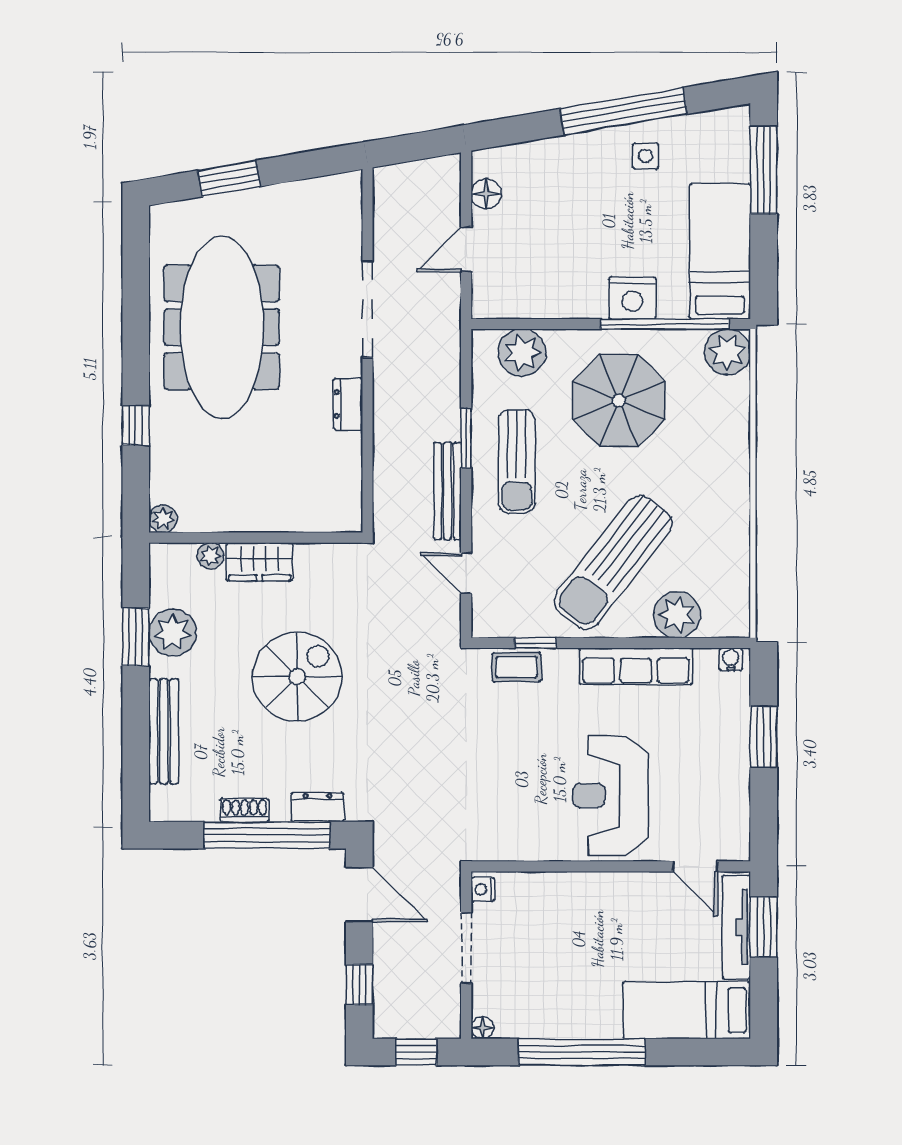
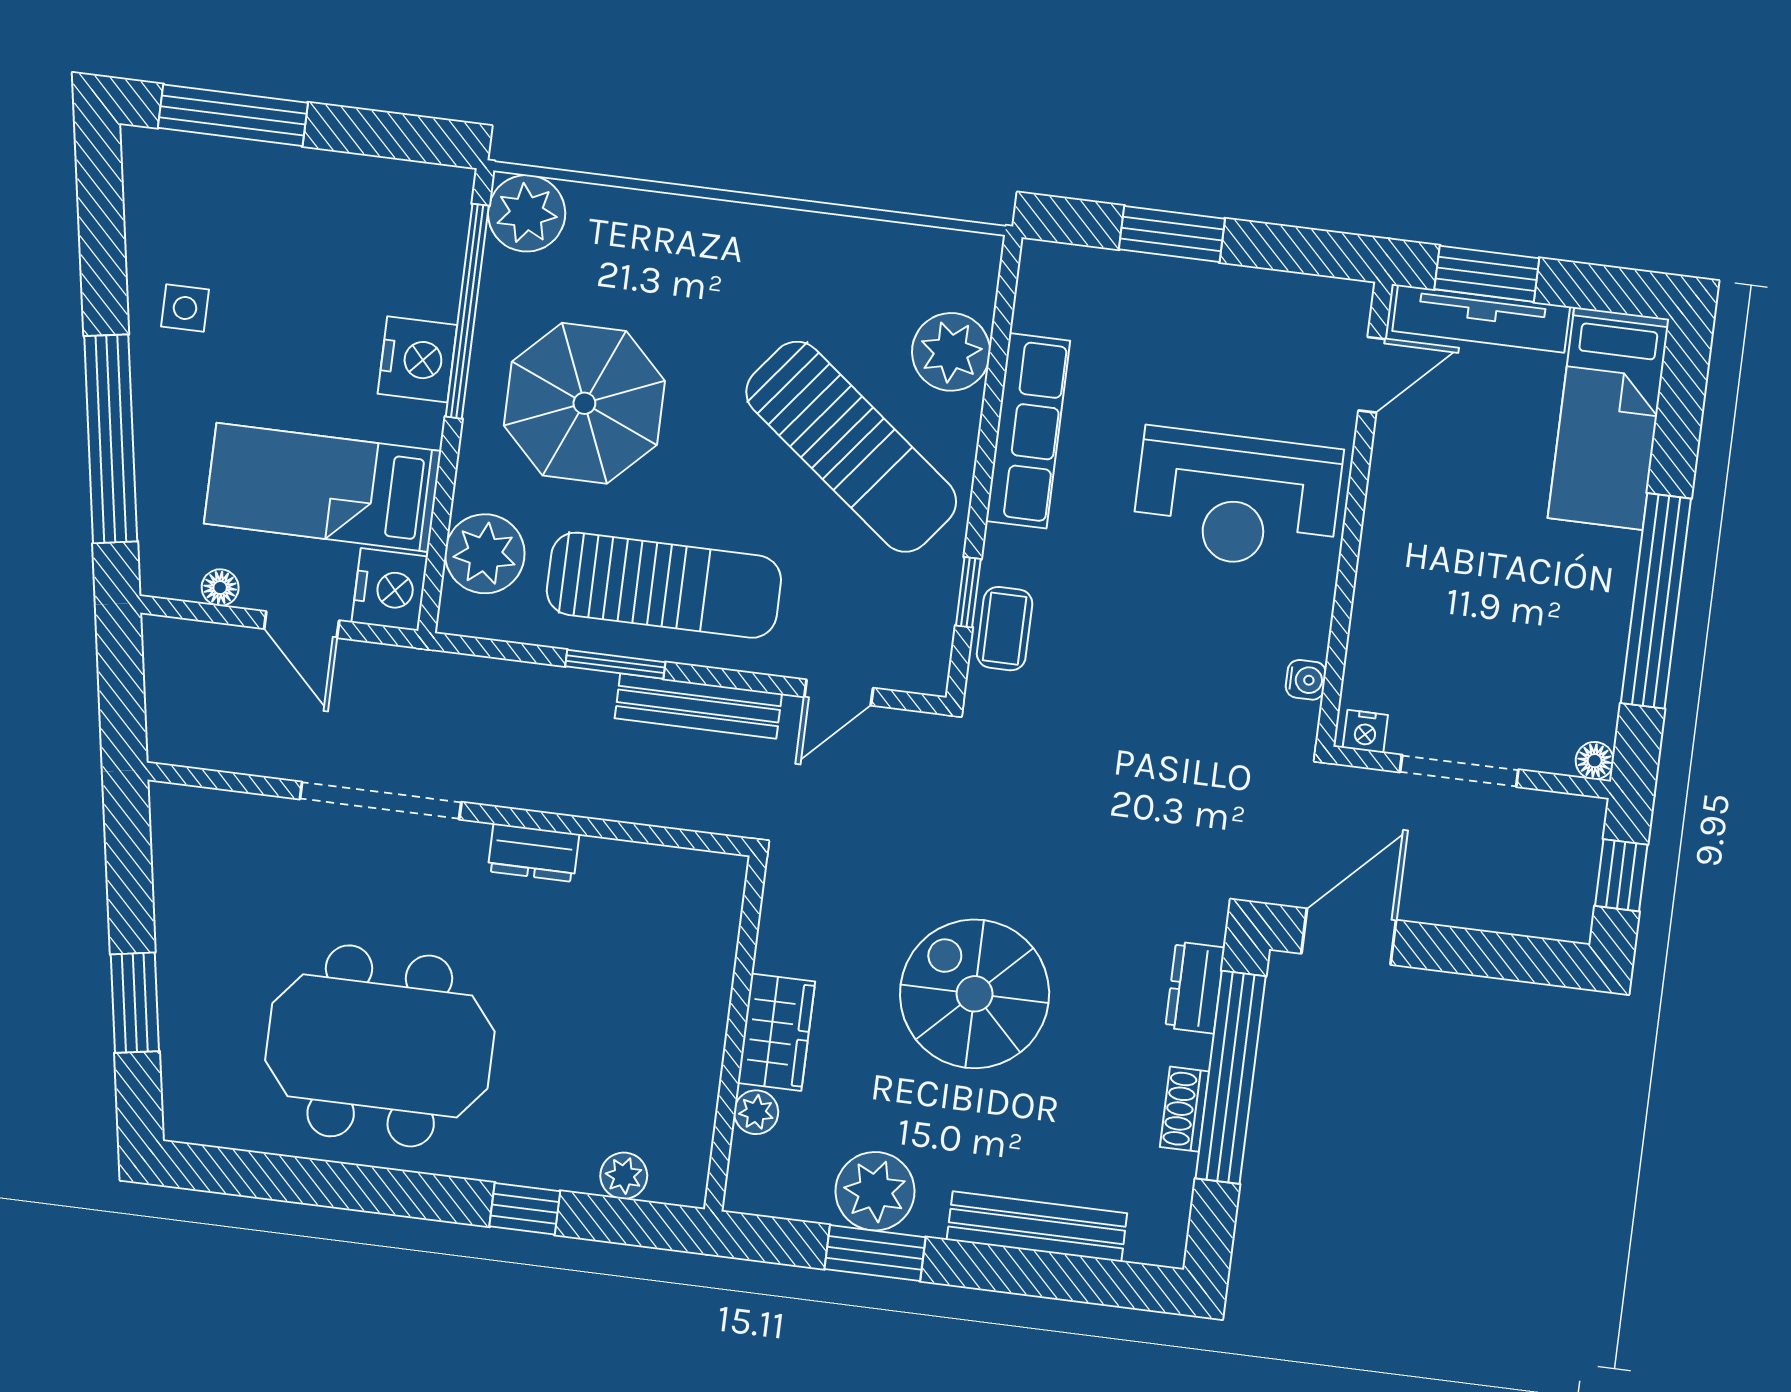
window: (623, 111) -> (111, 439), moved
floor lamp: (486, 194) -> (220, 588), width x0.73, depth x0.73
bed: (720, 251) -> (323, 487), moved
nightstand: (494, 299) -> (390, 590), added
meeting table: (222, 327) -> (380, 1046), width x0.73
sun lounger: (517, 461) -> (664, 585), width x1.36, depth x1.34
plant: (163, 519) -> (624, 1176), moved
water cooler: (731, 659) -> (1306, 680), moved, turned 180
window: (359, 985) -> (1498, 956), removed

